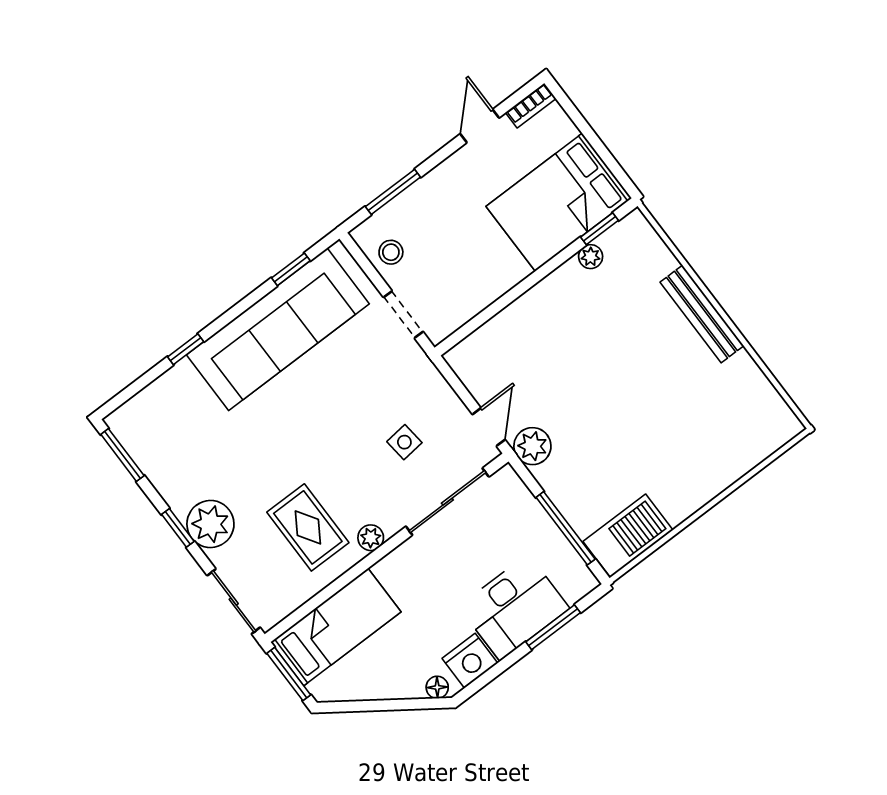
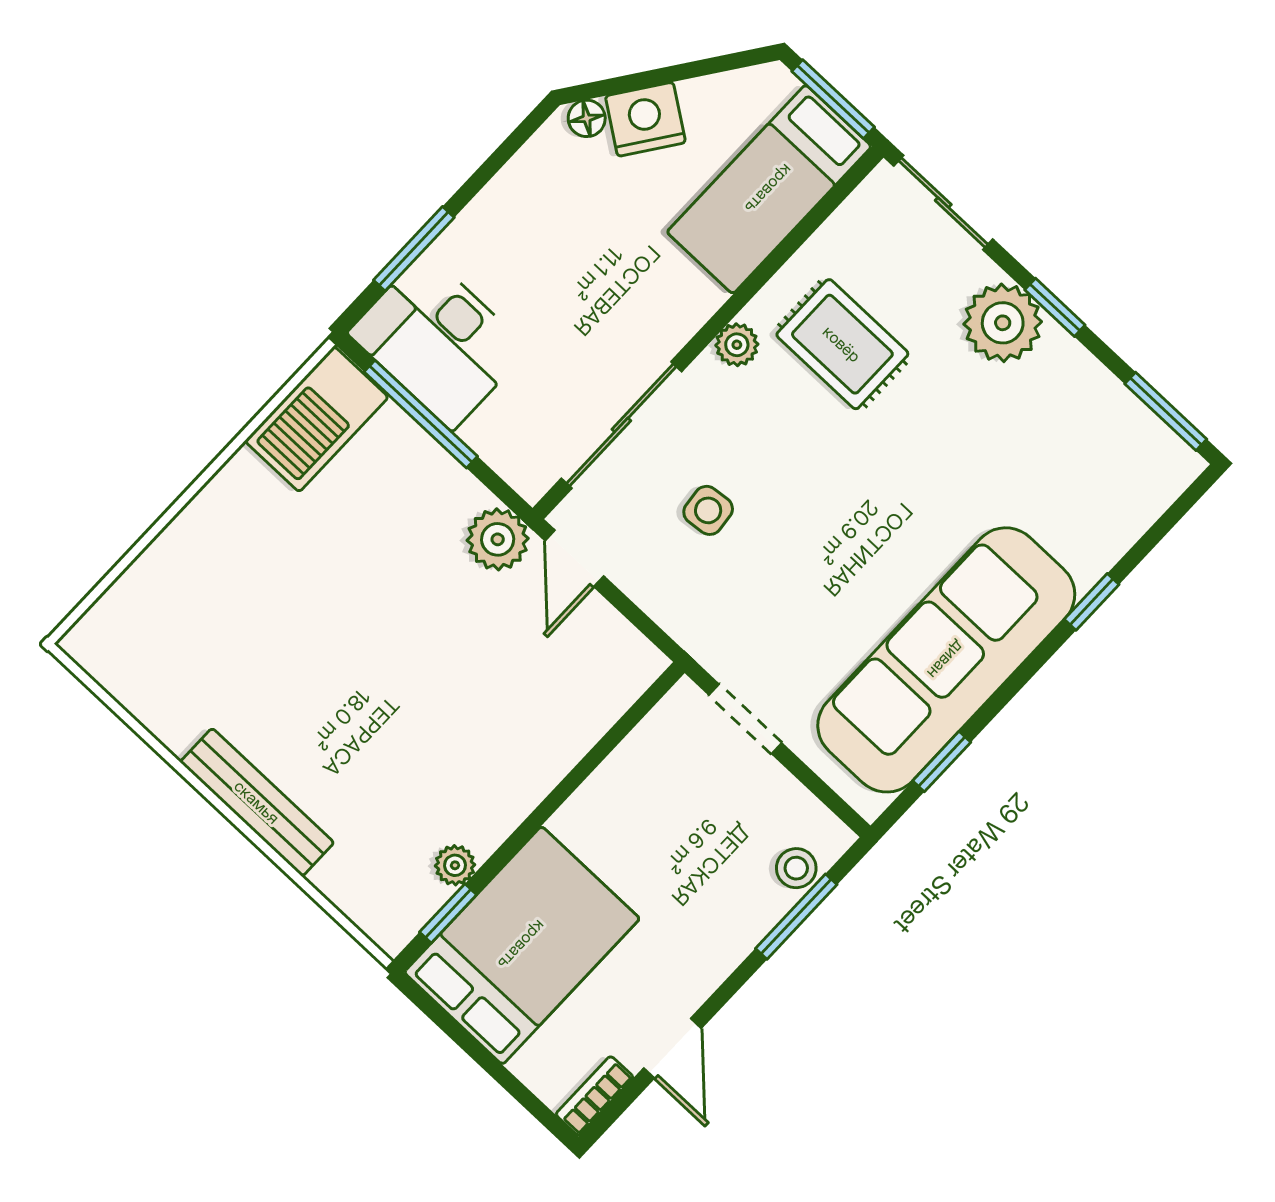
stool: (391, 252) -> (796, 868), moved
desk: (514, 607) -> (438, 341), moved, turned -90
nightstand: (470, 661) -> (645, 119), moved, turned 35

